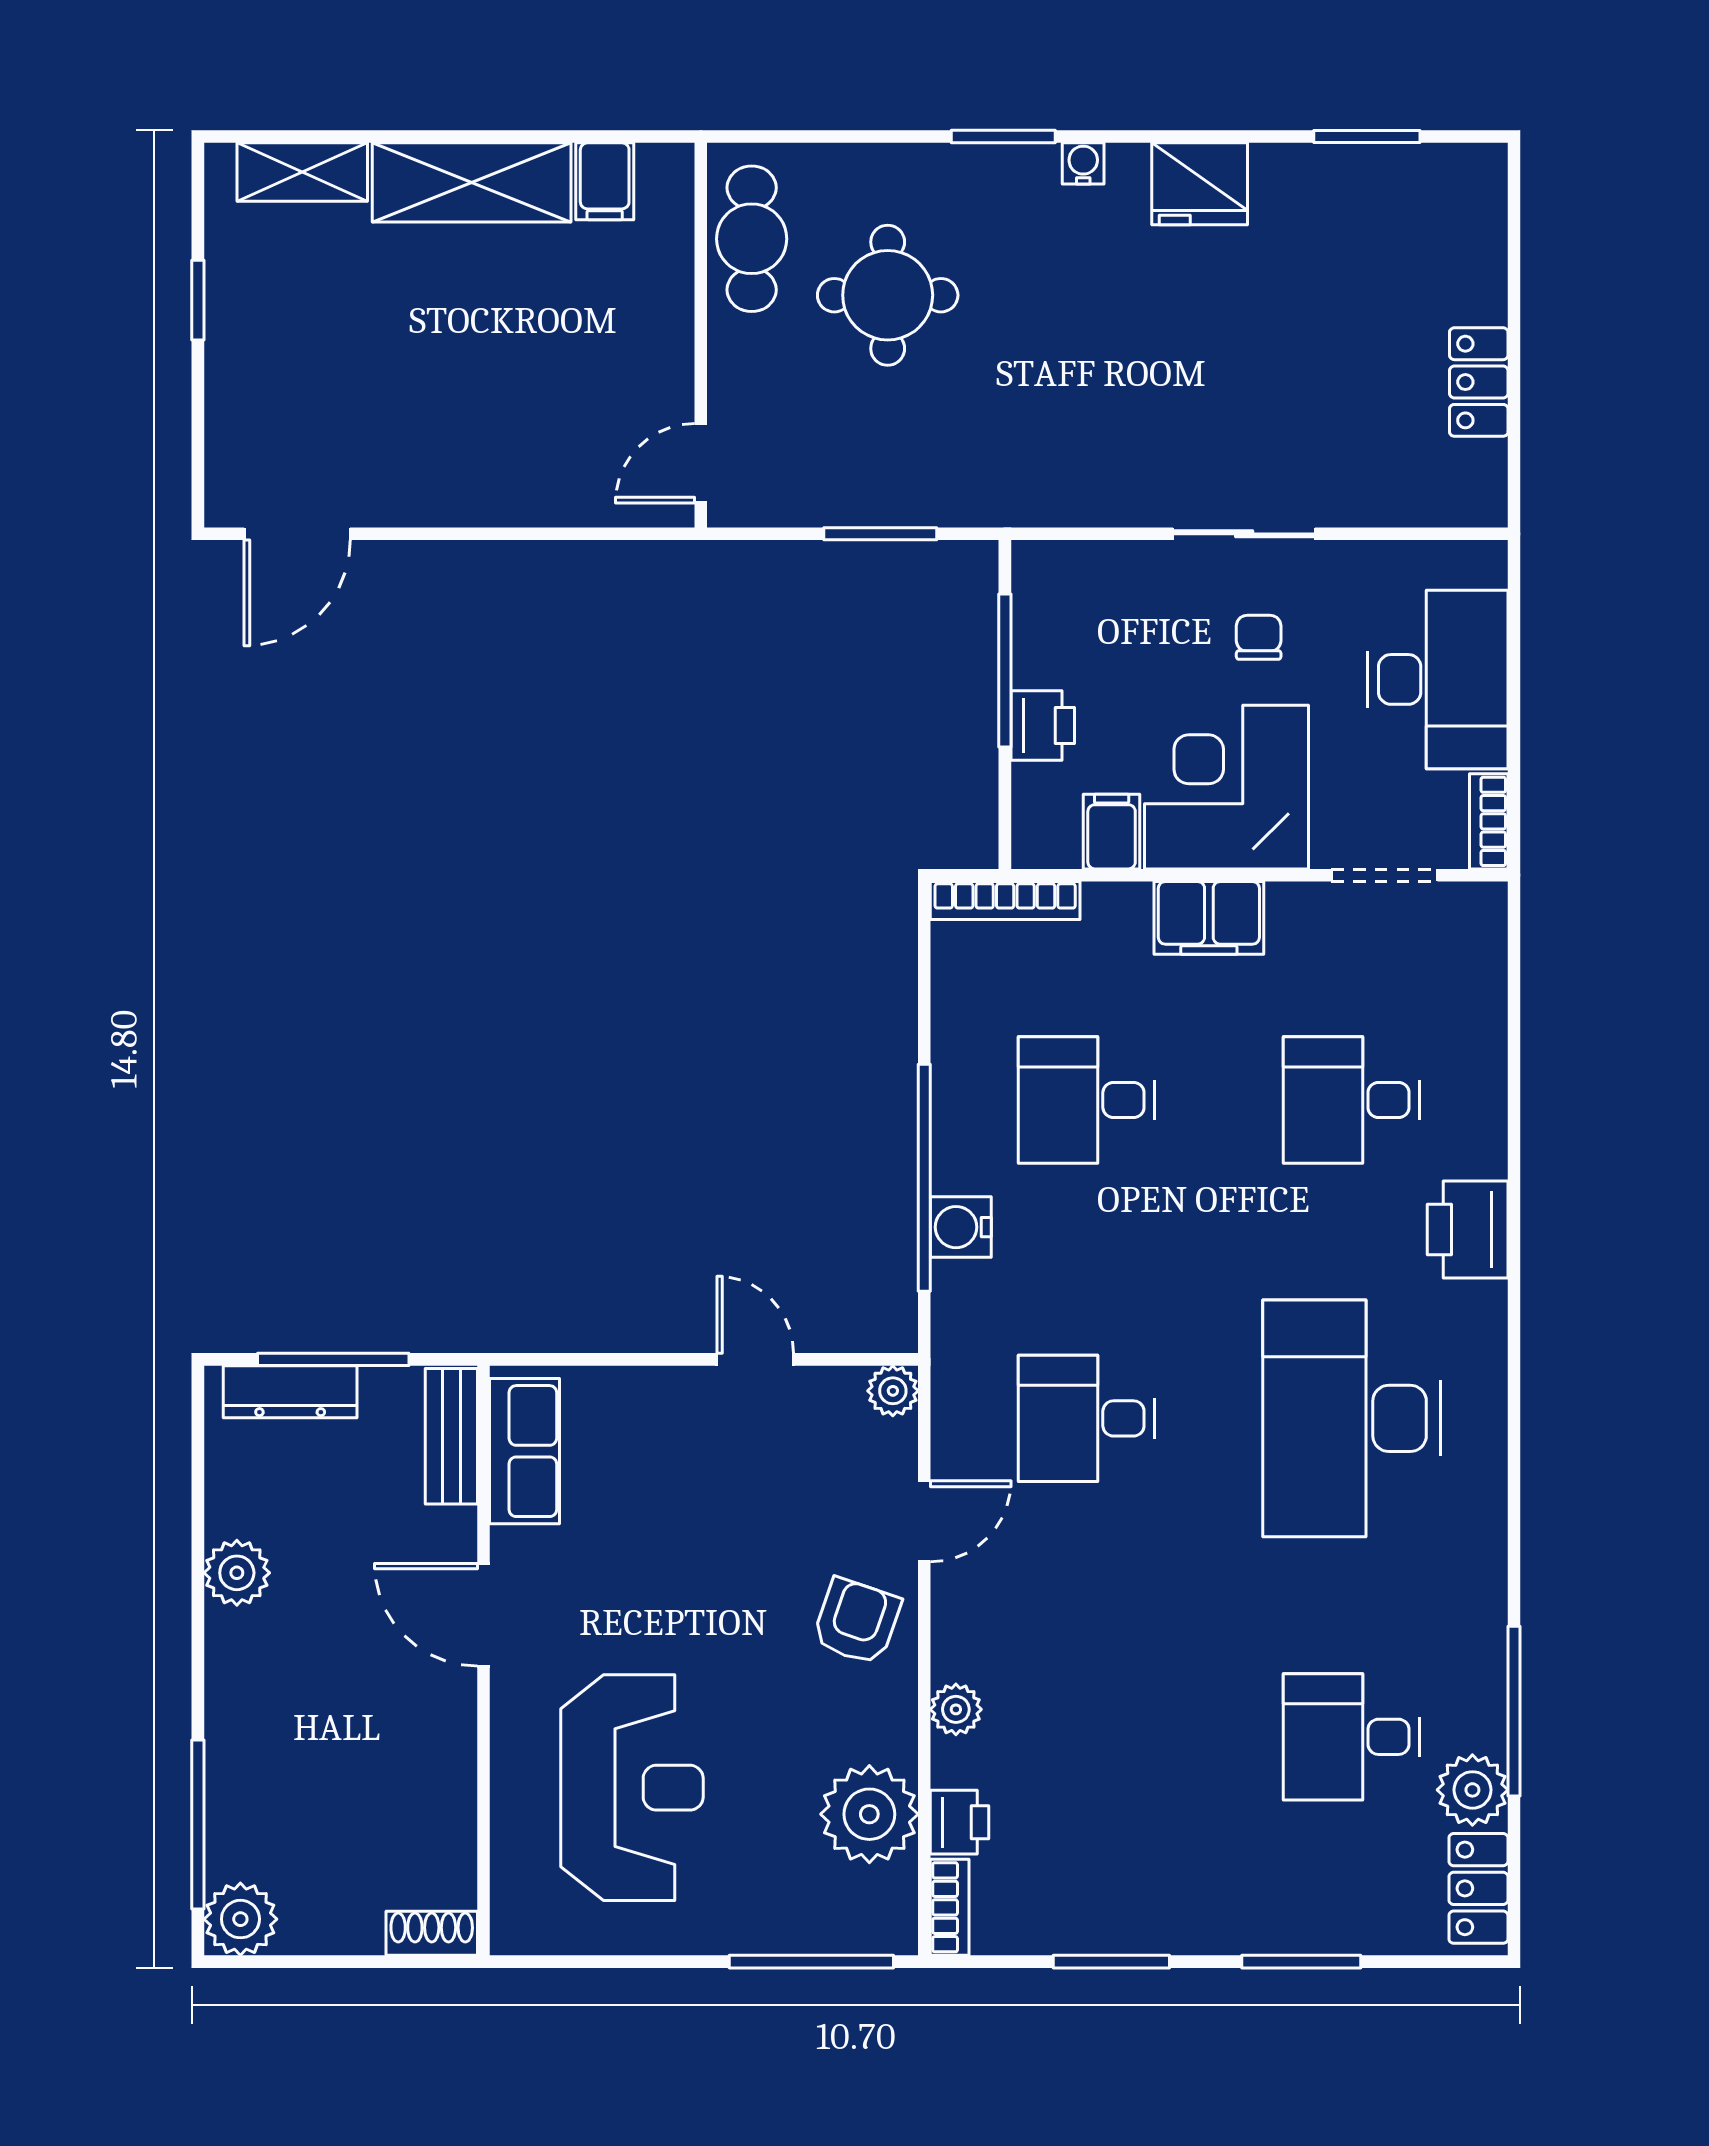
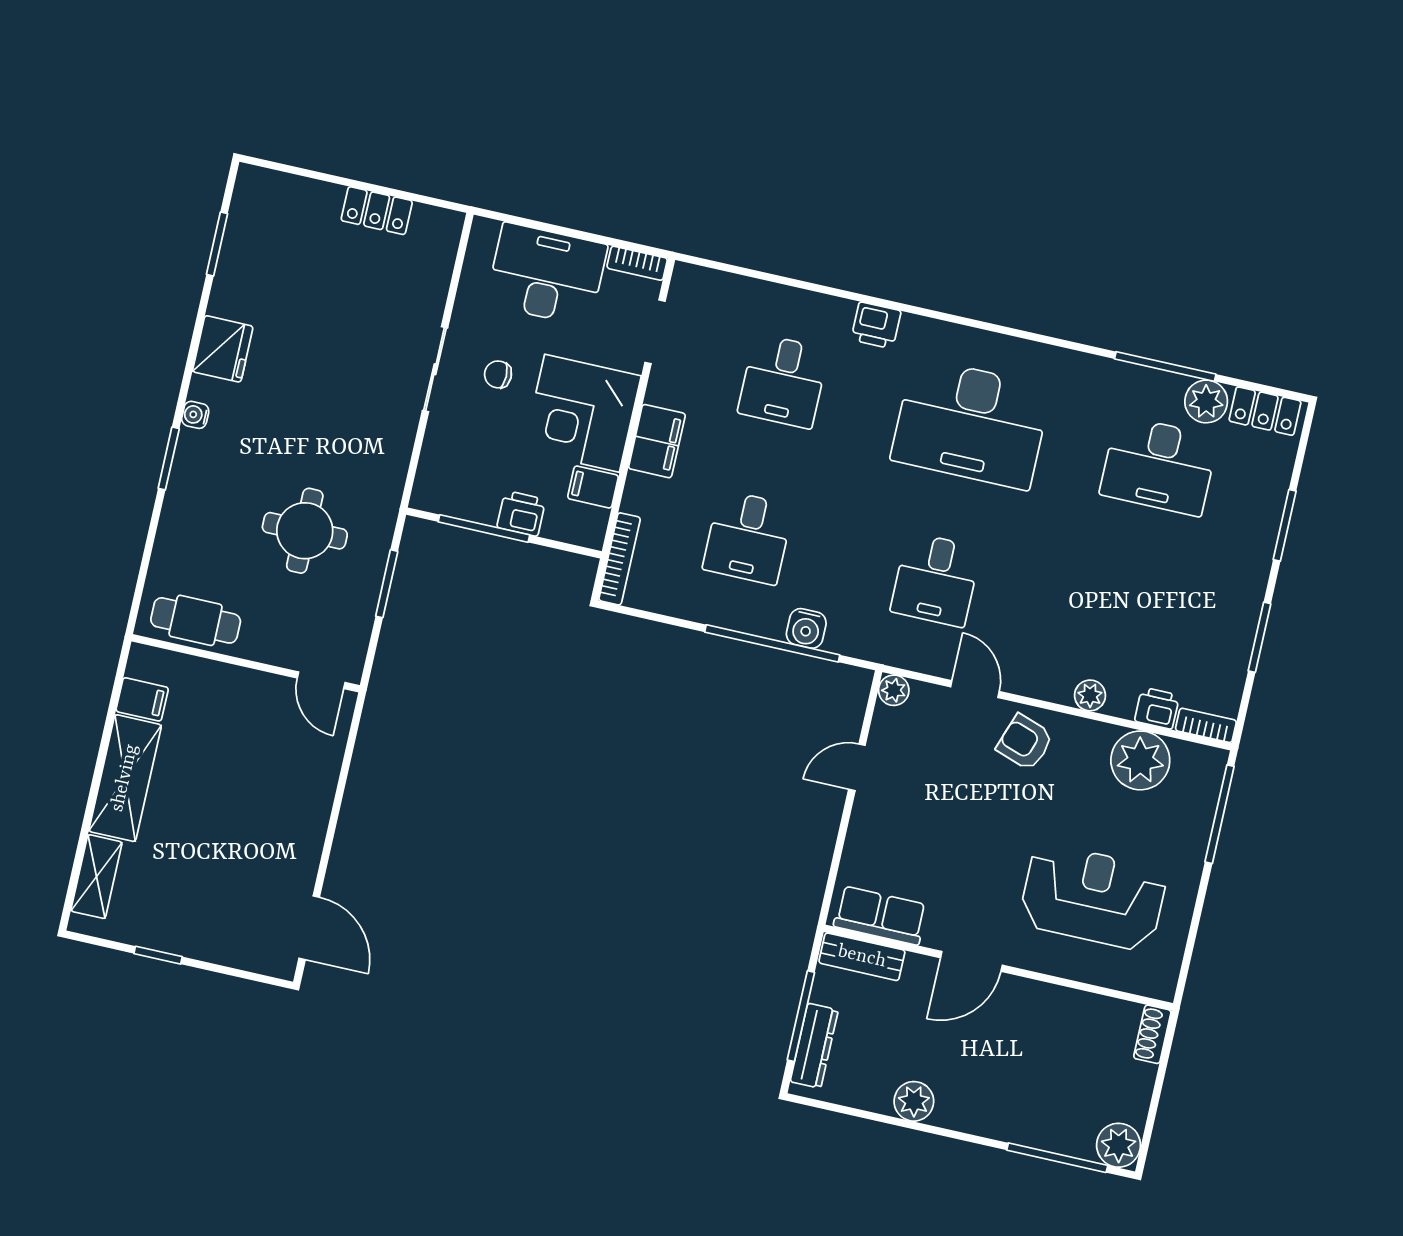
round table: (888, 295) -> (305, 531), moved
printer: (1468, 1230) -> (876, 325), width x0.73, depth x0.81
desk: (1352, 1737) -> (1159, 466), width x1.37

